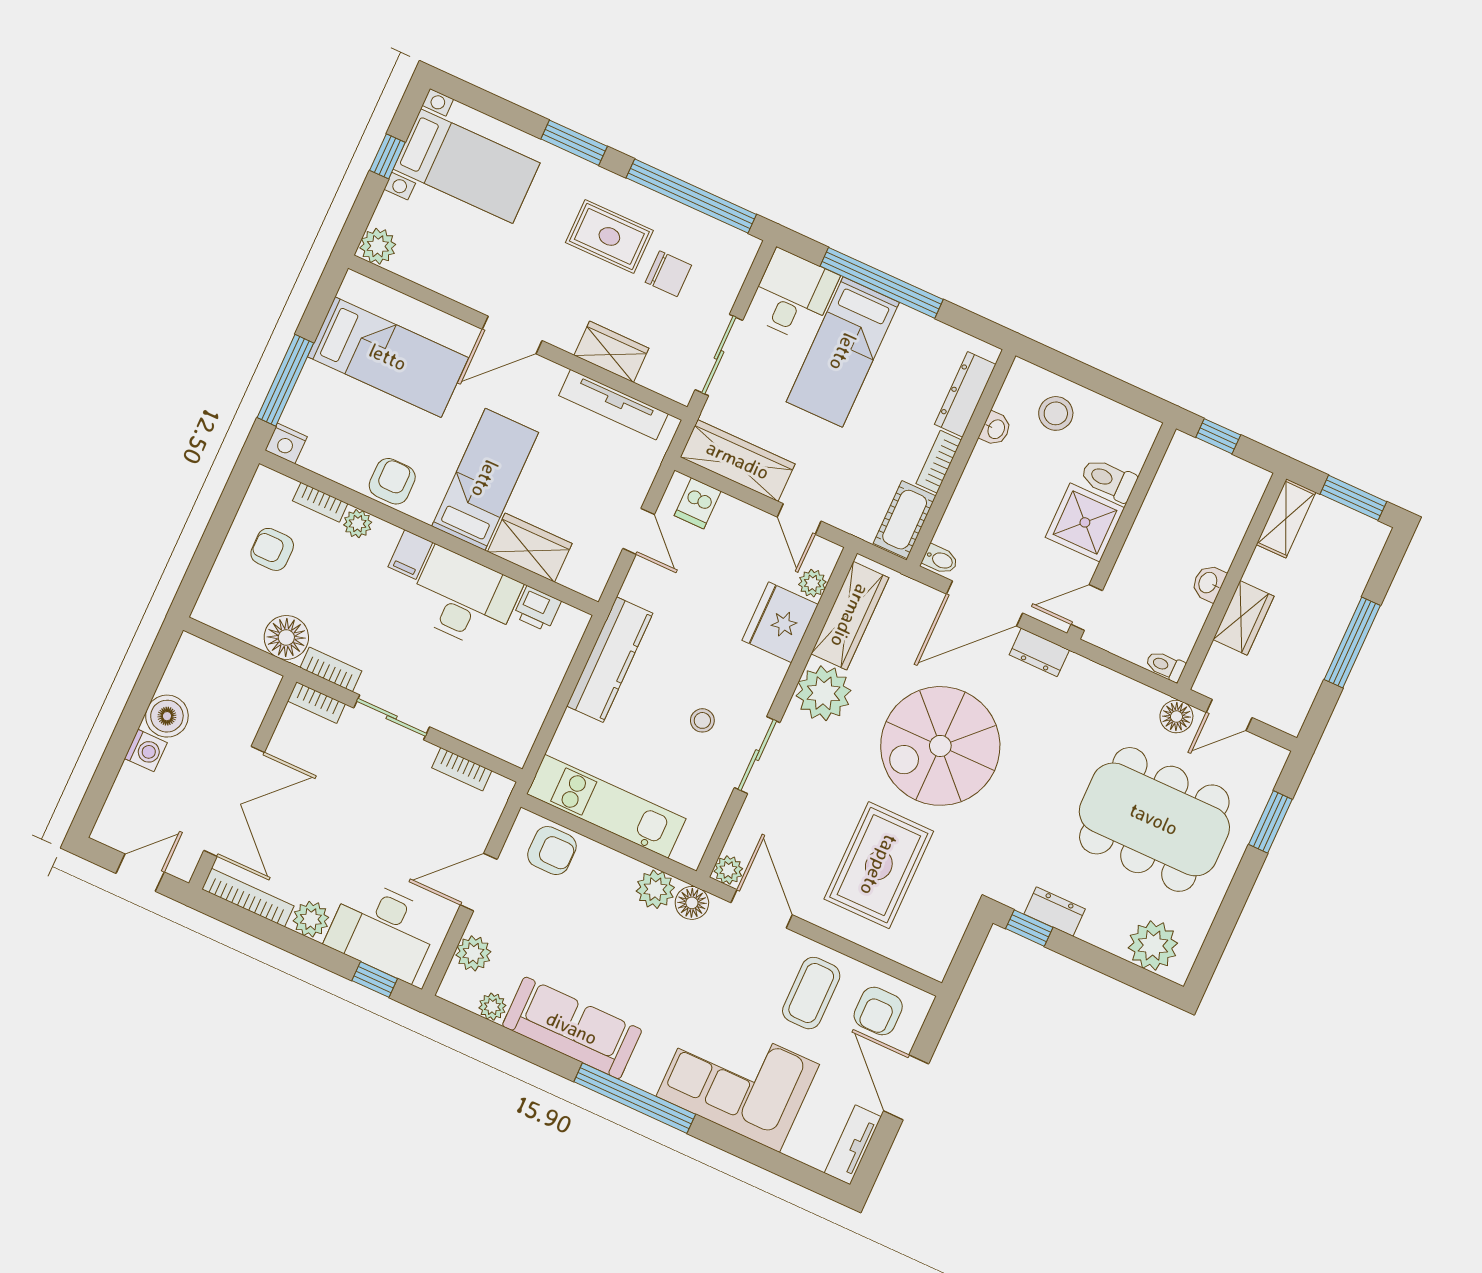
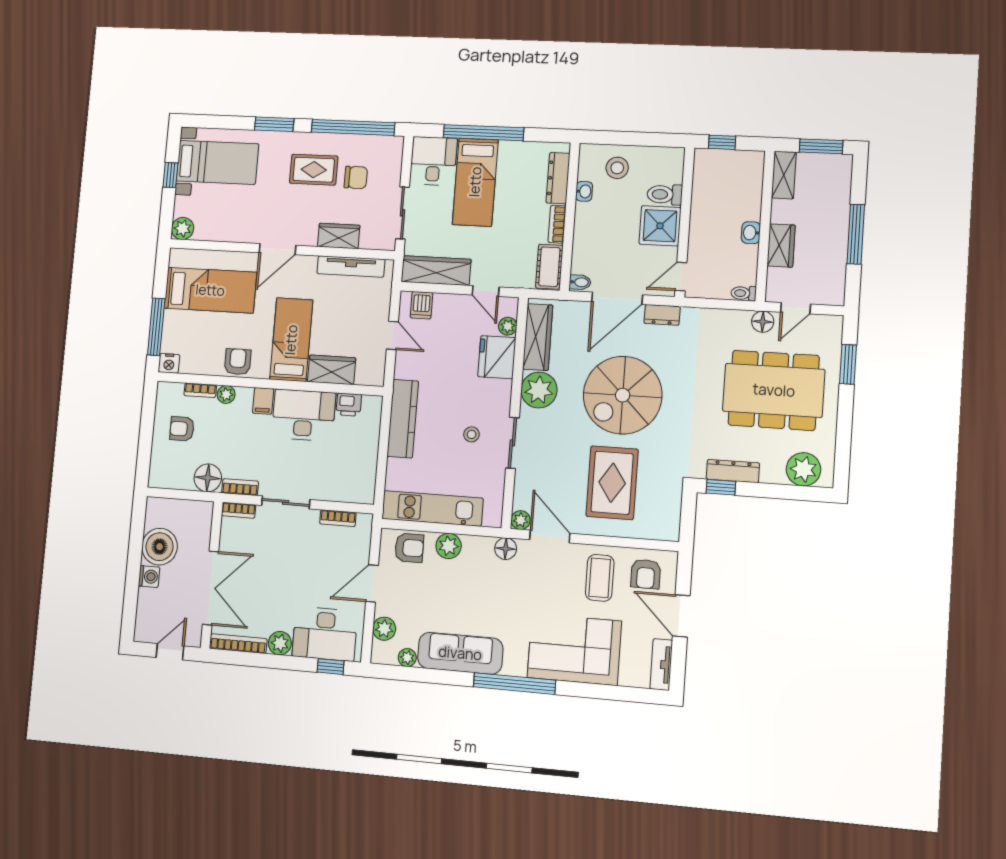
boiler: (167, 716) -> (160, 547), width x1.37, depth x1.37
plant: (655, 889) -> (449, 546), moved
dresser: (1055, 912) -> (733, 471), width x1.44

